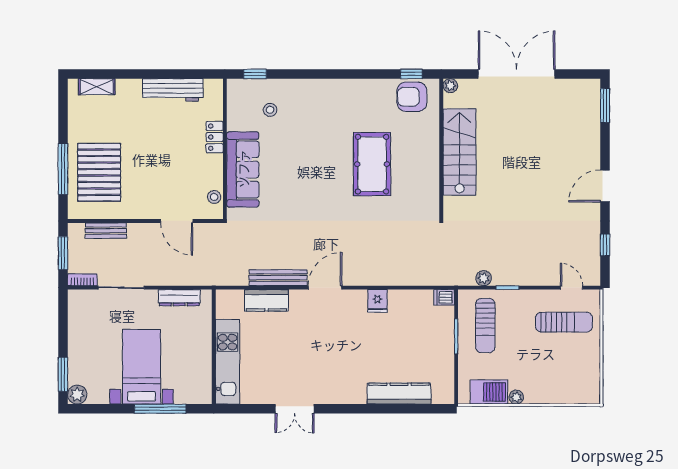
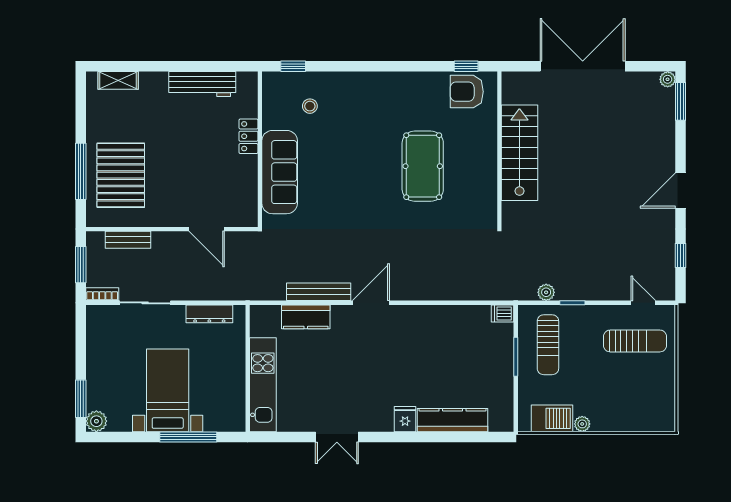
plant: (450, 86) -> (668, 79), moved
stool: (214, 197) -> (248, 203), removed
fridge: (377, 301) -> (405, 419), moved, turned 180

